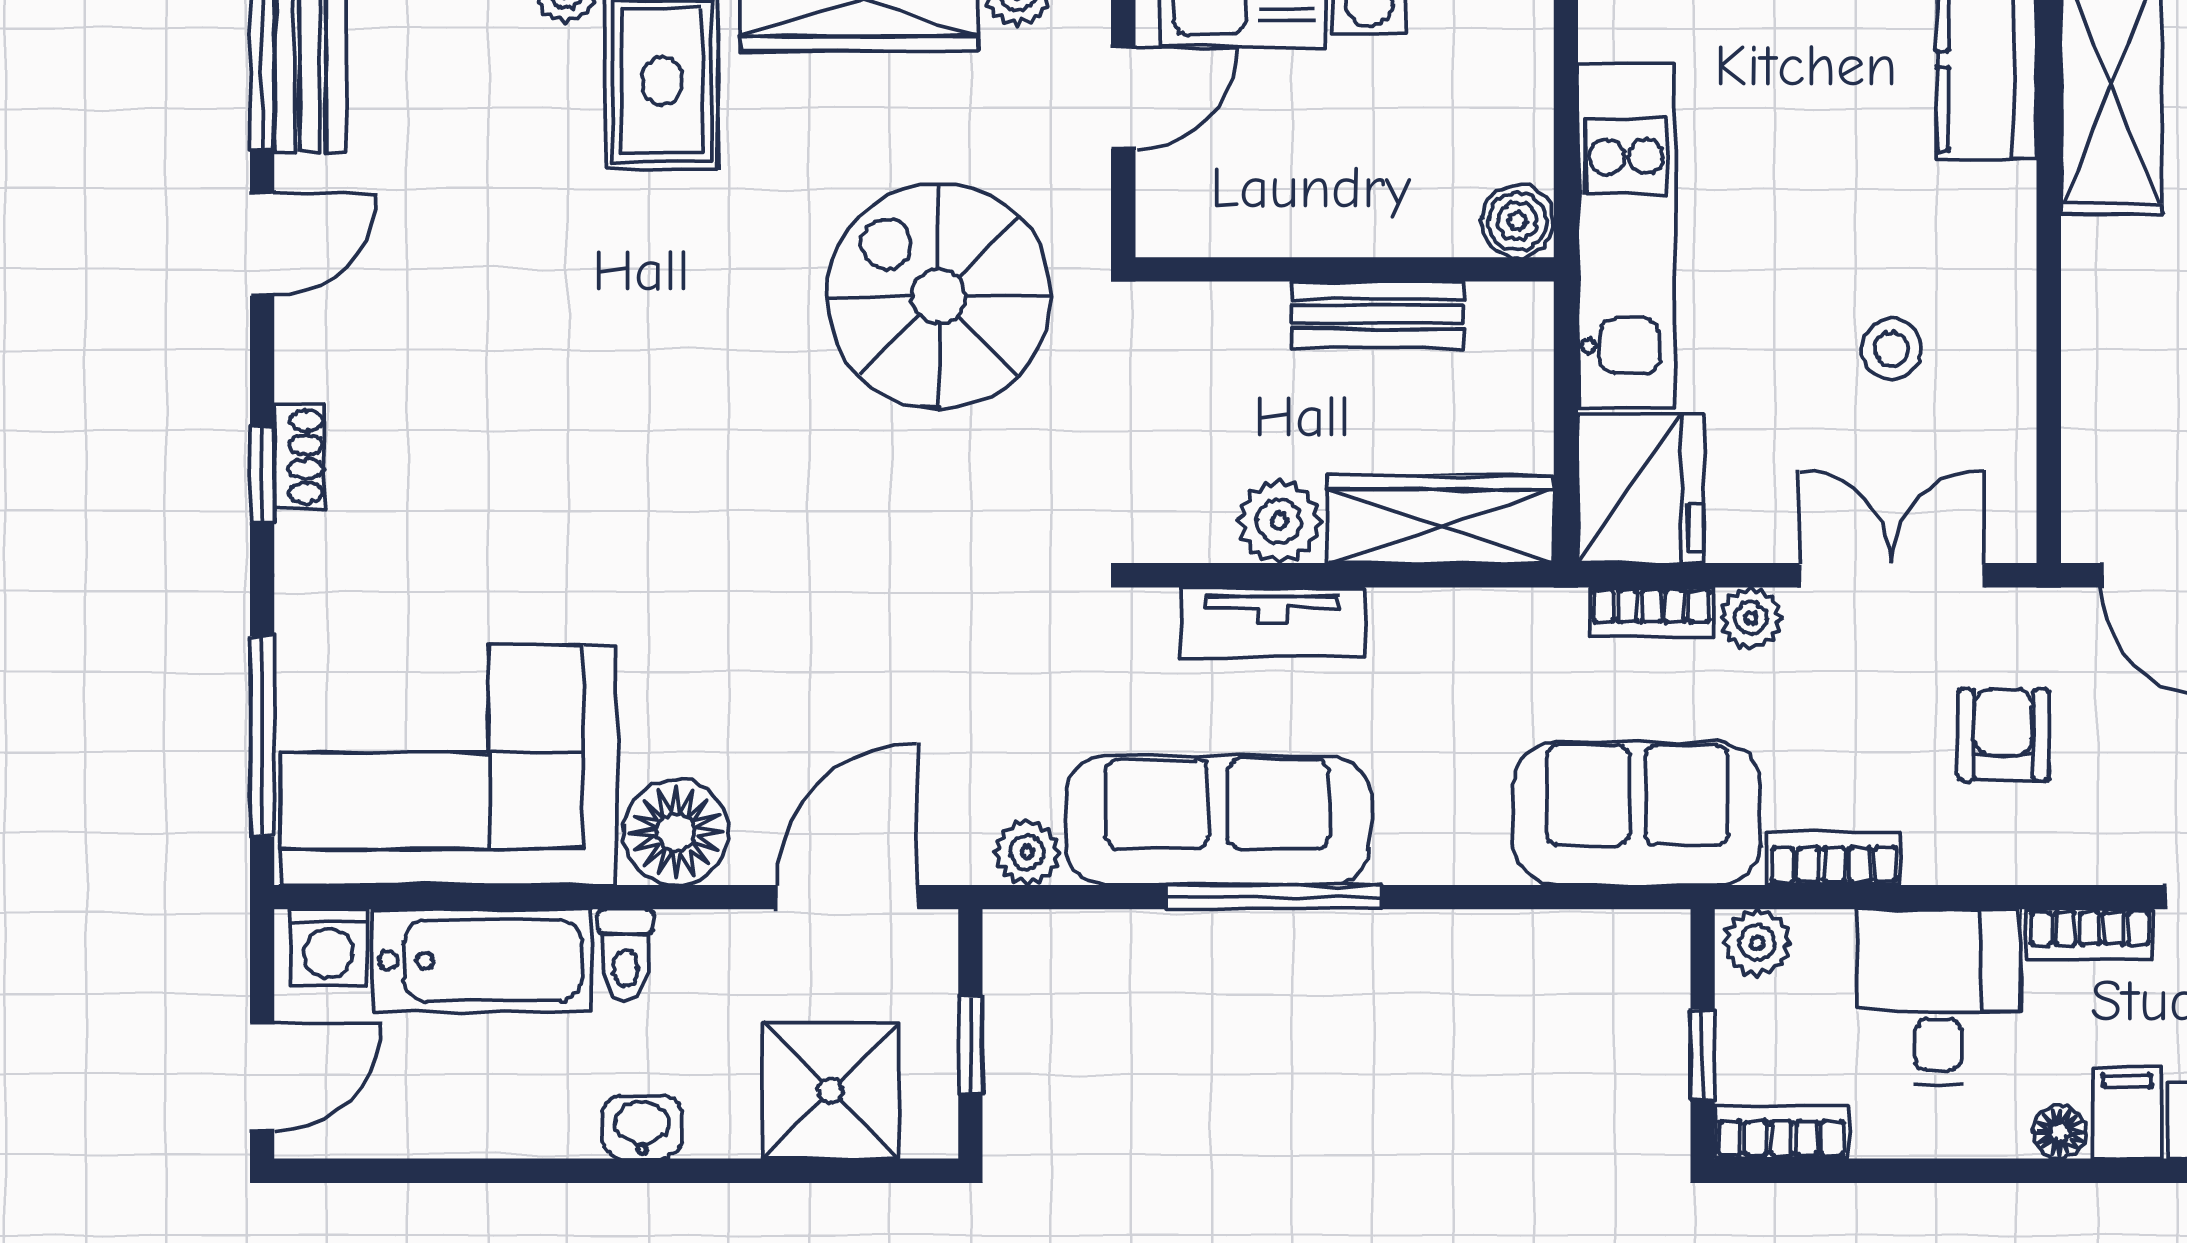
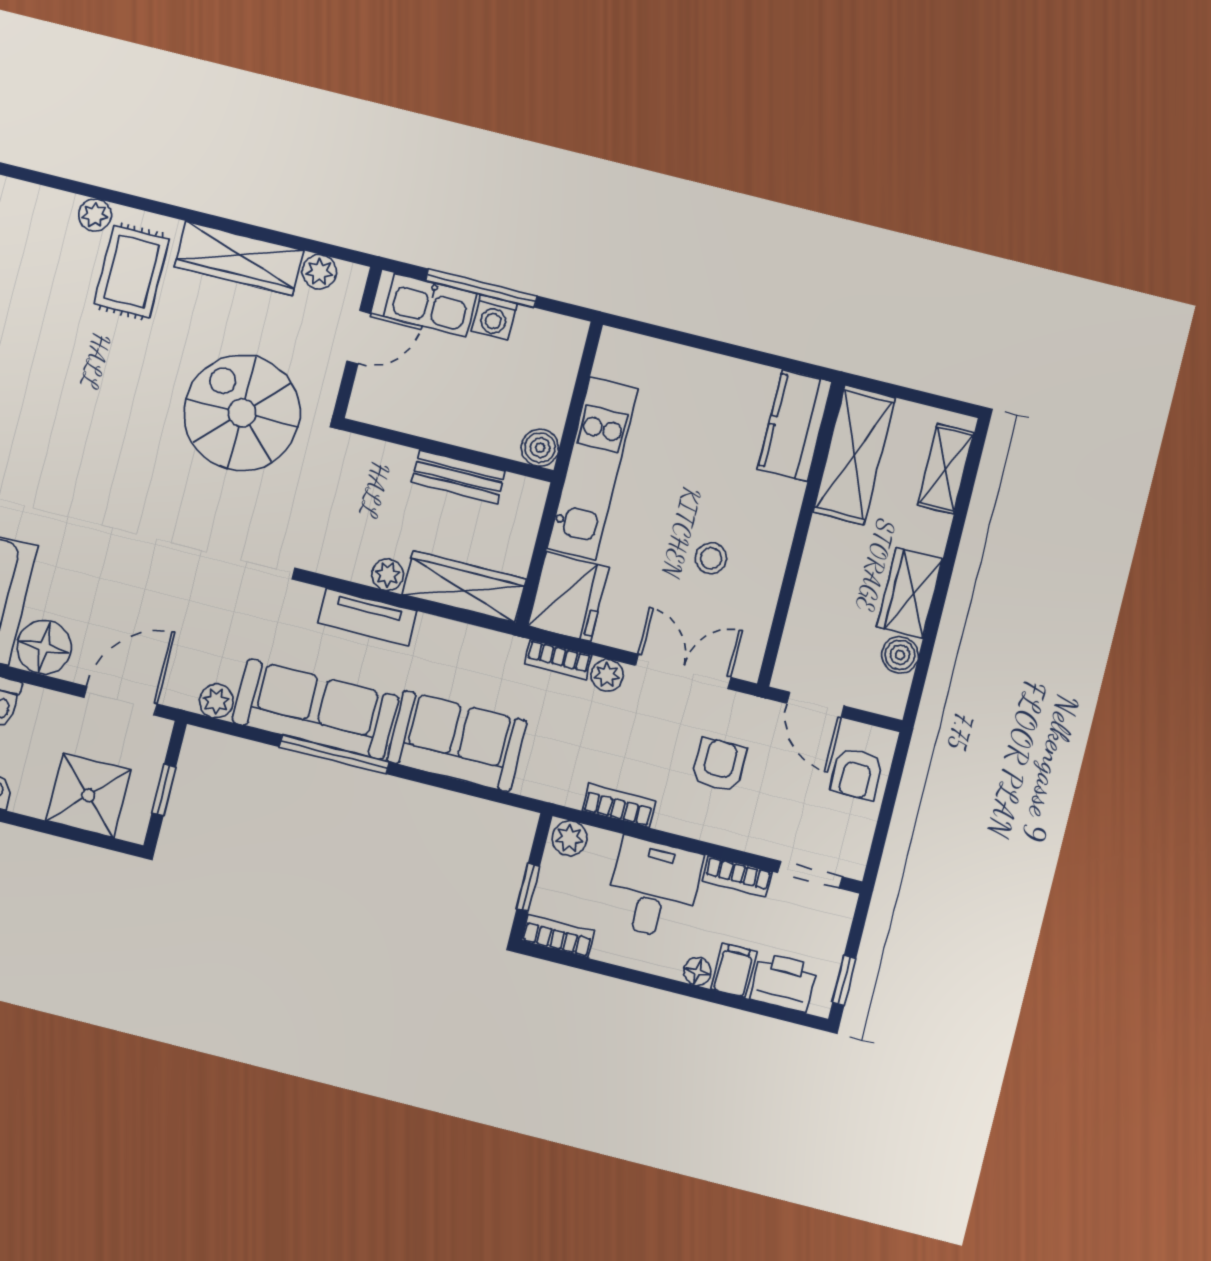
plant: (1279, 521) -> (388, 575), width x0.73, depth x0.73
sofa: (1637, 814) -> (457, 741), moved

